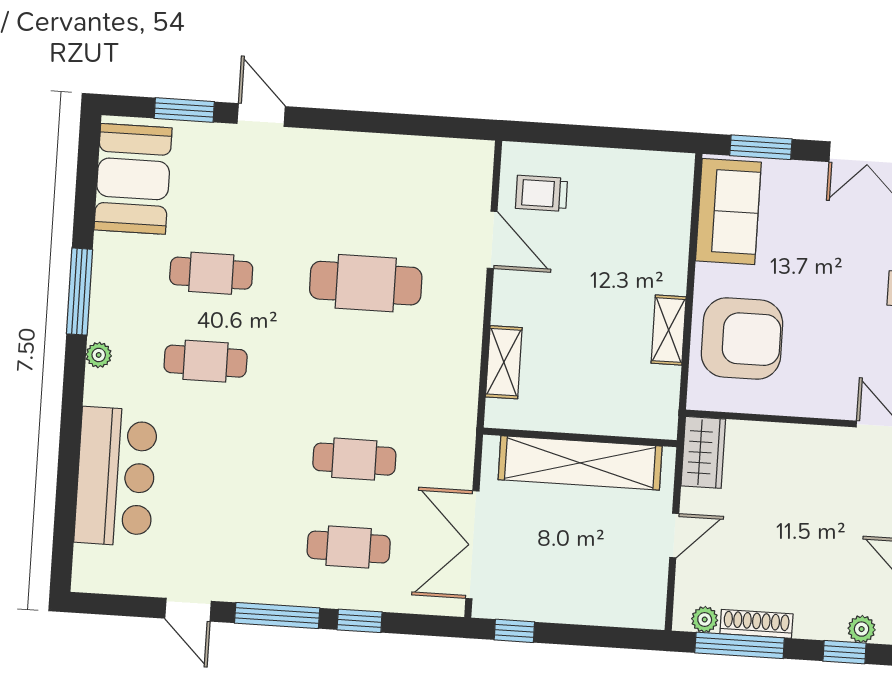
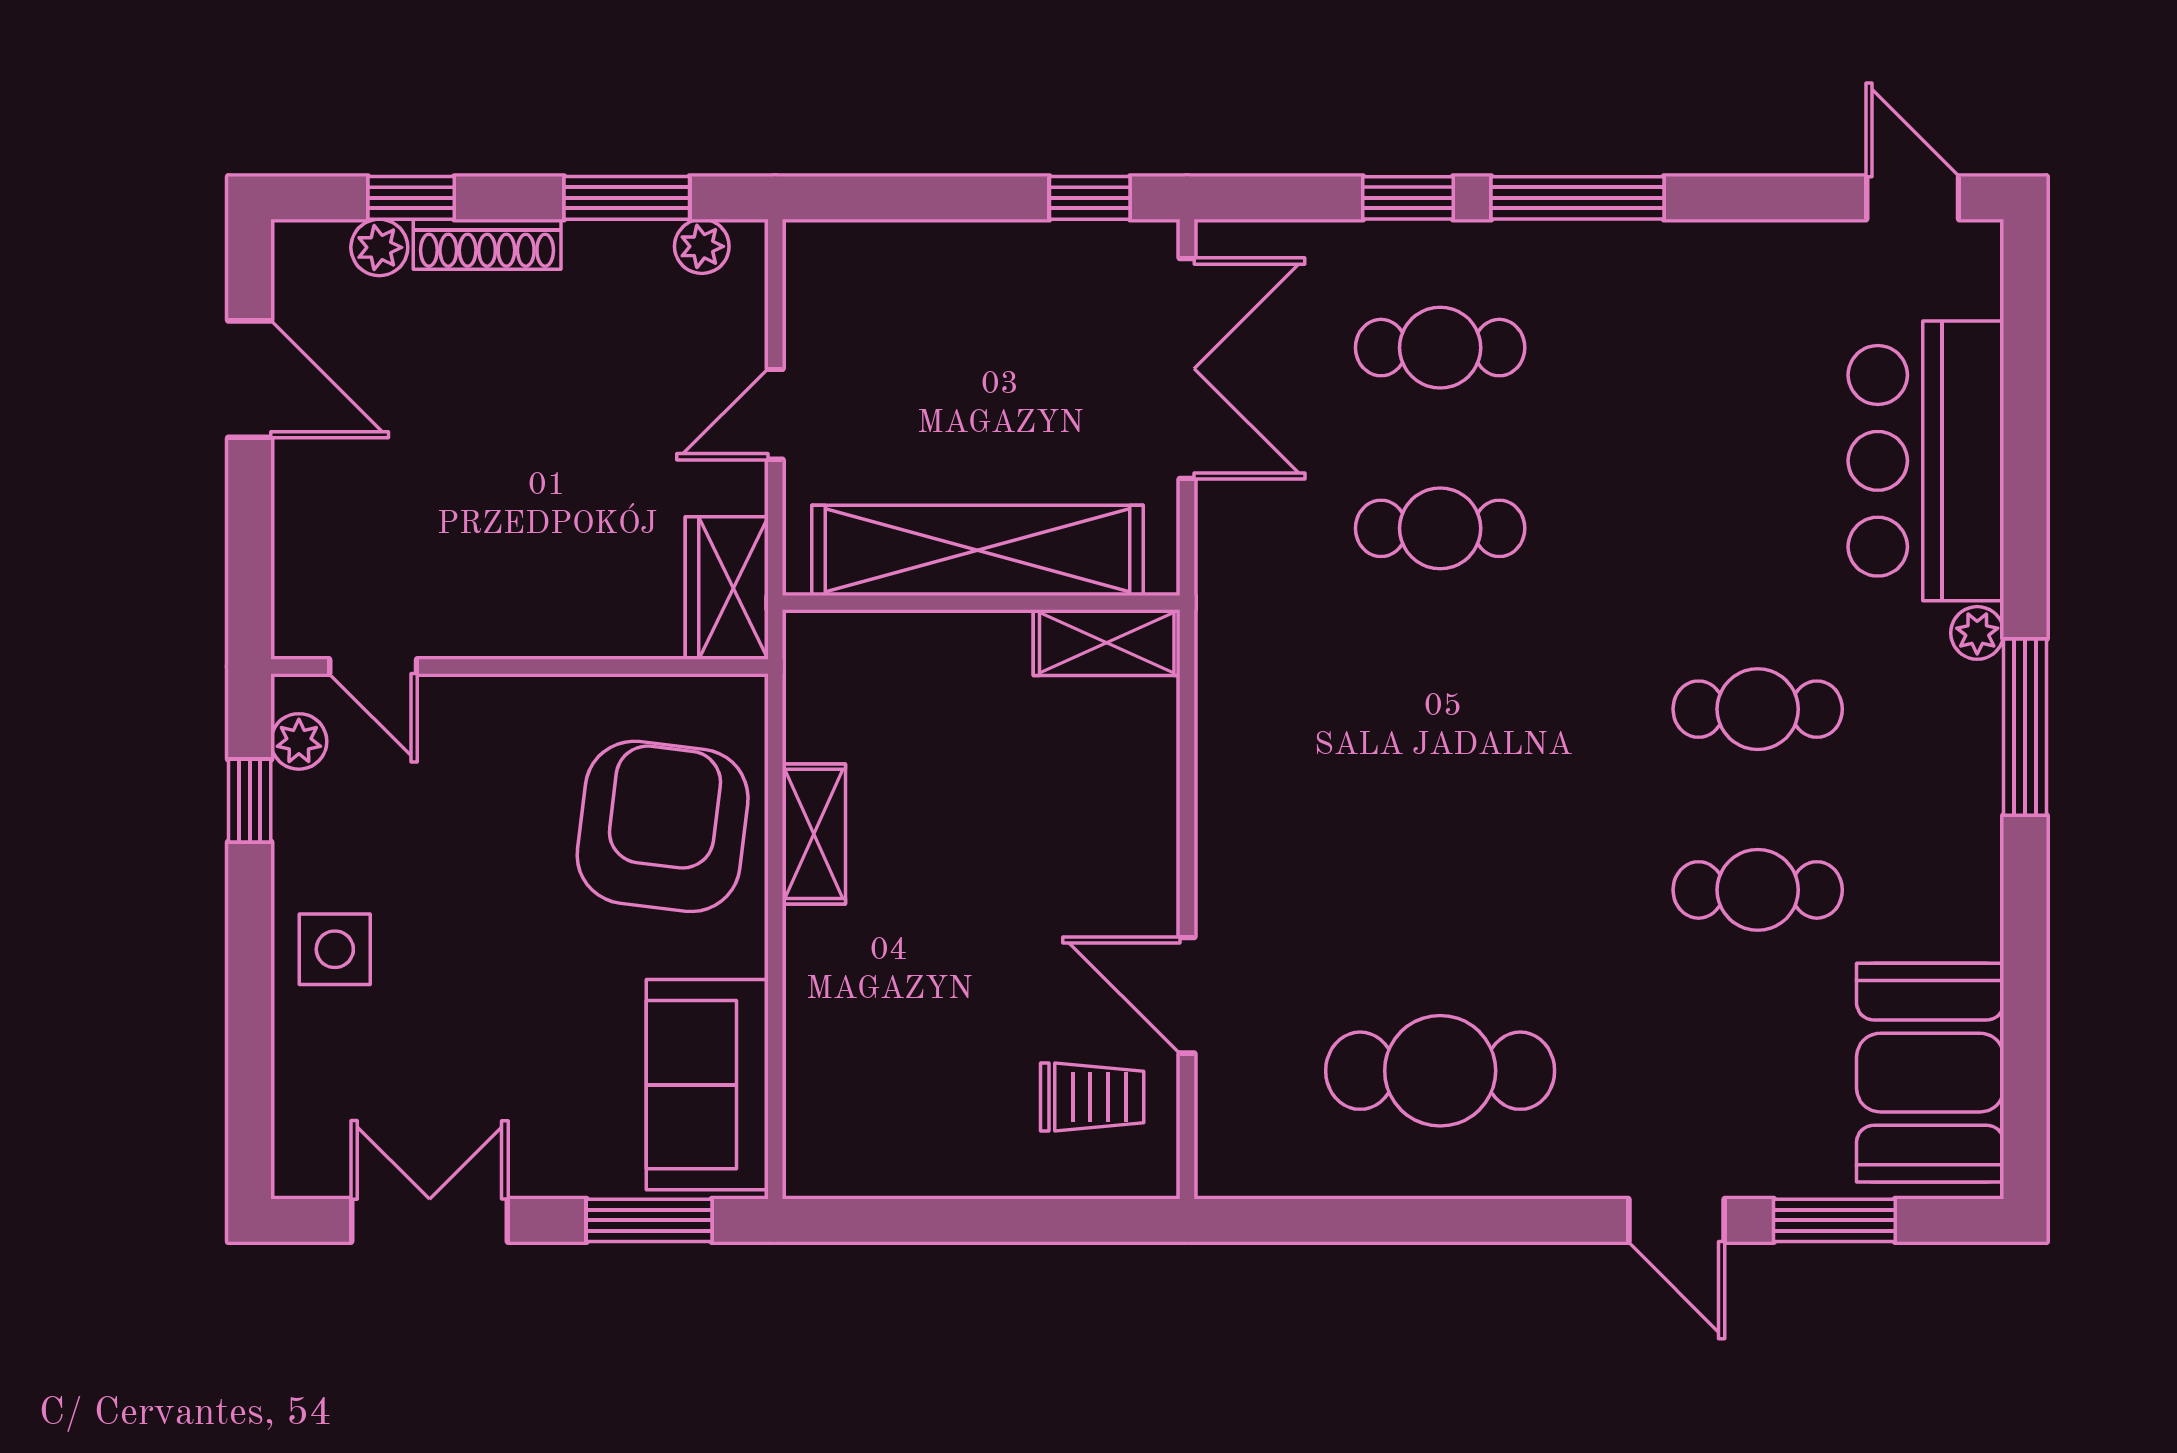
cafe table: (366, 283) -> (1440, 1071), moved
window: (79, 292) -> (2025, 727), moved
armchair: (742, 339) -> (663, 826), turned 97
plant: (99, 355) -> (1977, 633), moved
shelving: (504, 362) -> (1107, 643), moved, turned 90
door: (188, 610) -> (1913, 198), moved
shoe rack: (756, 624) -> (487, 244), moved
window: (740, 645) -> (627, 198), width x0.69

